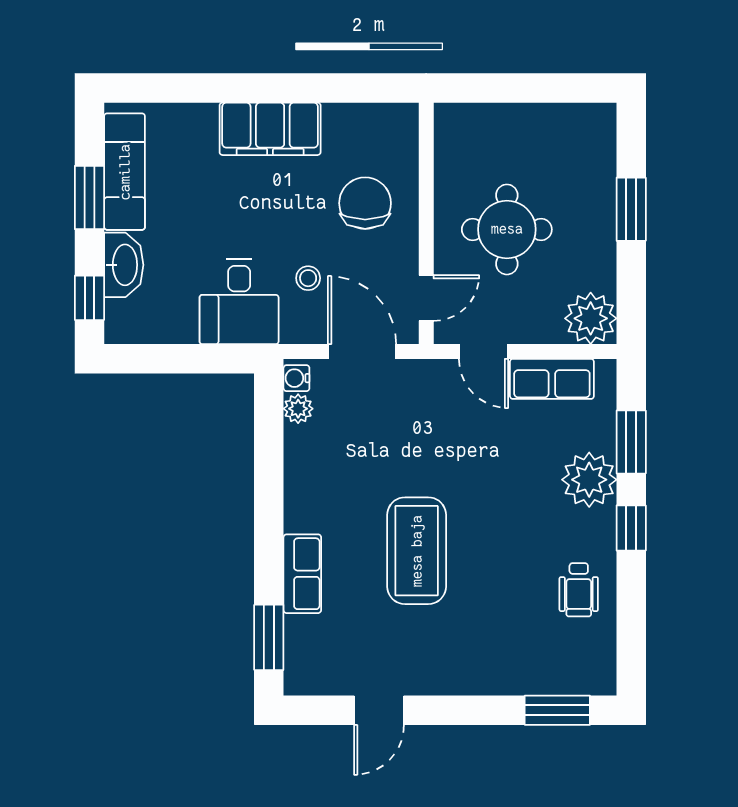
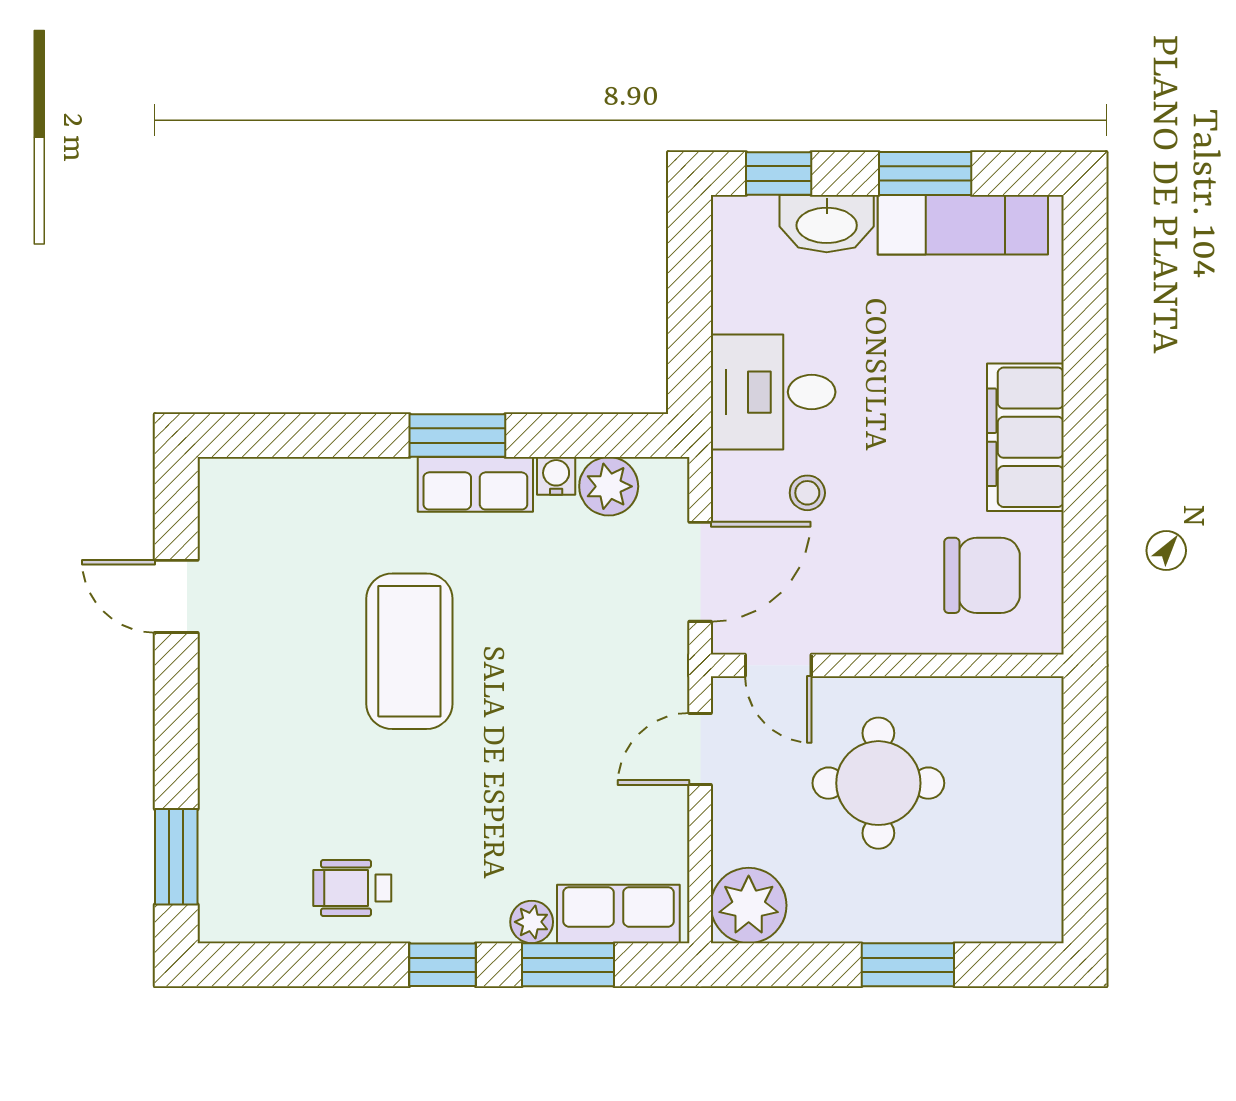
chair: (365, 203) -> (982, 575), moved
water cooler: (296, 378) -> (556, 476), moved
row of seats: (552, 379) -> (618, 914), moved, turned 90
plant: (298, 409) -> (609, 486), width x1.38, depth x1.38
plant: (589, 480) -> (532, 922), width x0.53, depth x0.53
coffee table: (417, 551) -> (409, 651), turned 90
row of seats: (302, 574) -> (475, 484), moved
window: (269, 637) -> (457, 435), moved

